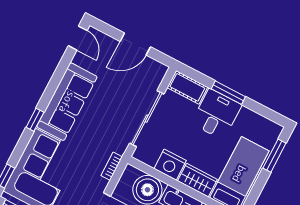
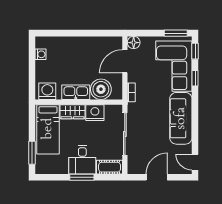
window: (35, 120) -> (195, 78), moved

